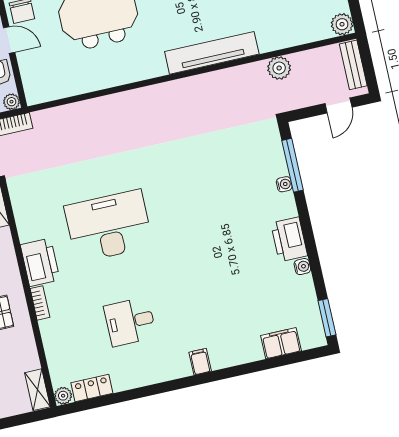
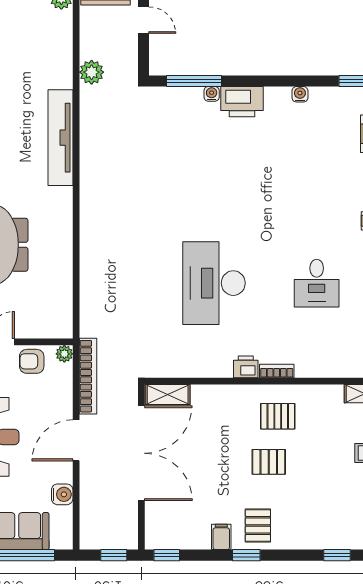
printer: (289, 239) -> (242, 102), moved
printer: (40, 262) -> (246, 367), width x0.53, depth x0.68

